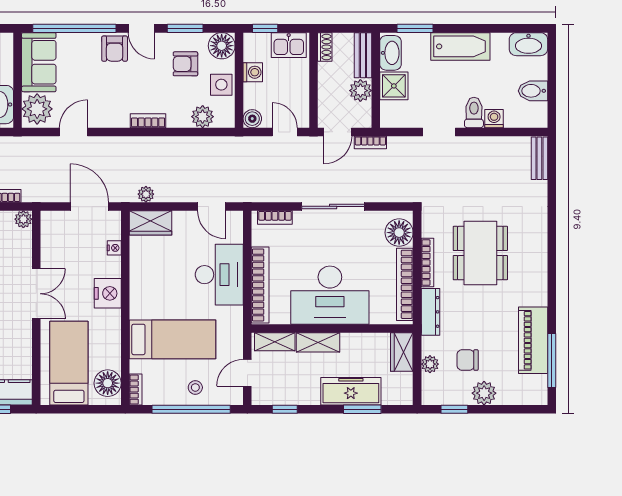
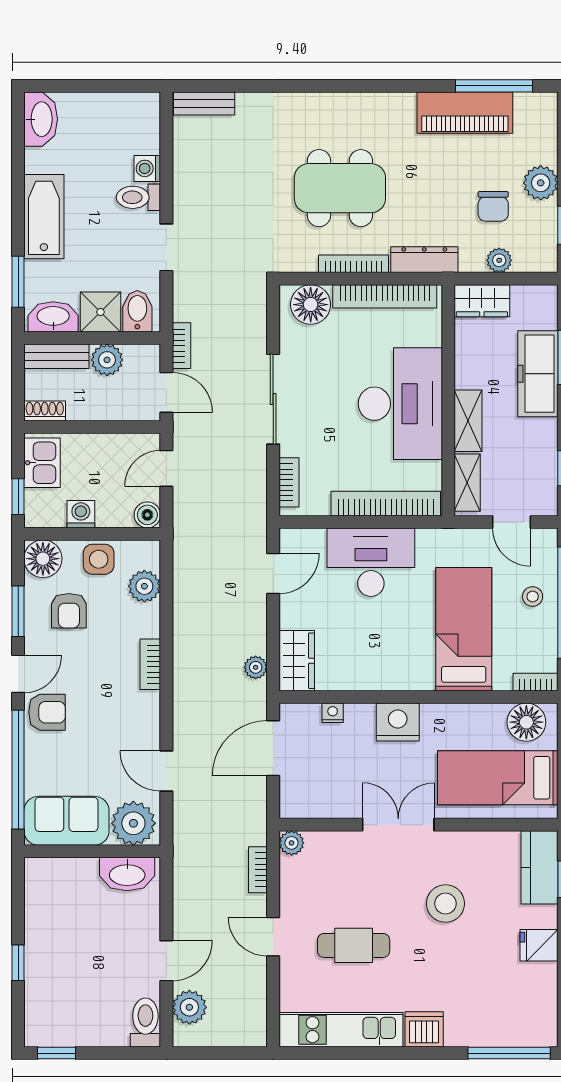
bidet: (533, 91) -> (137, 311), moved, turned 180

